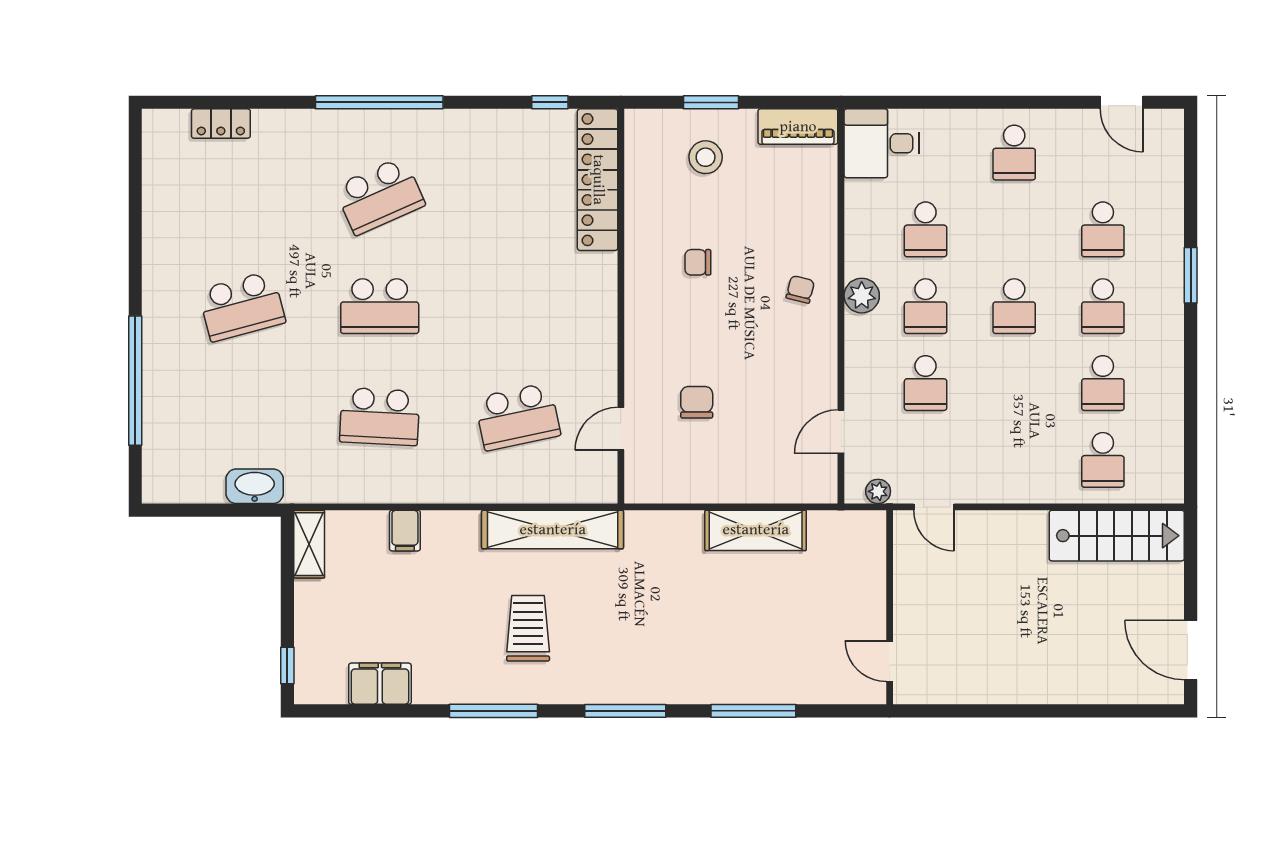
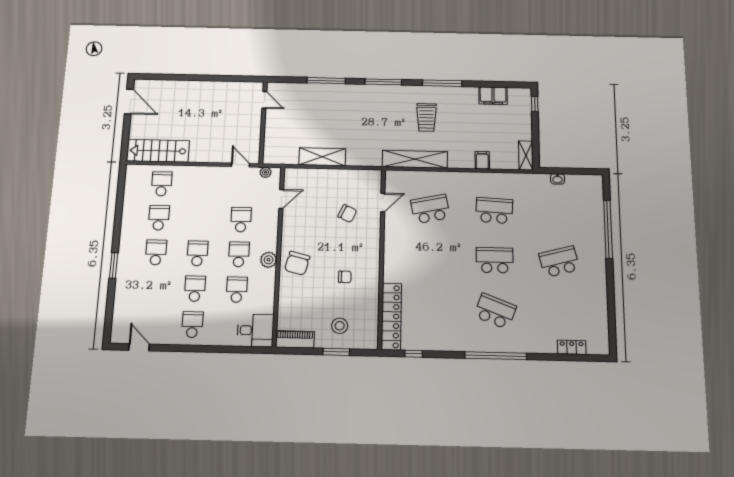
school desk: (380, 196) -> (495, 311), turned 45
school desk: (1103, 229) -> (195, 289), moved
chair: (800, 289) -> (297, 263), width x1.87, depth x1.87
chair: (697, 402) -> (347, 214), turned -65
washbasin: (255, 486) -> (558, 179), width x0.52, depth x0.69

